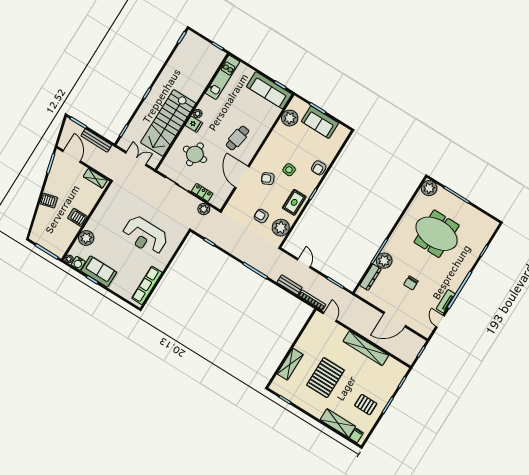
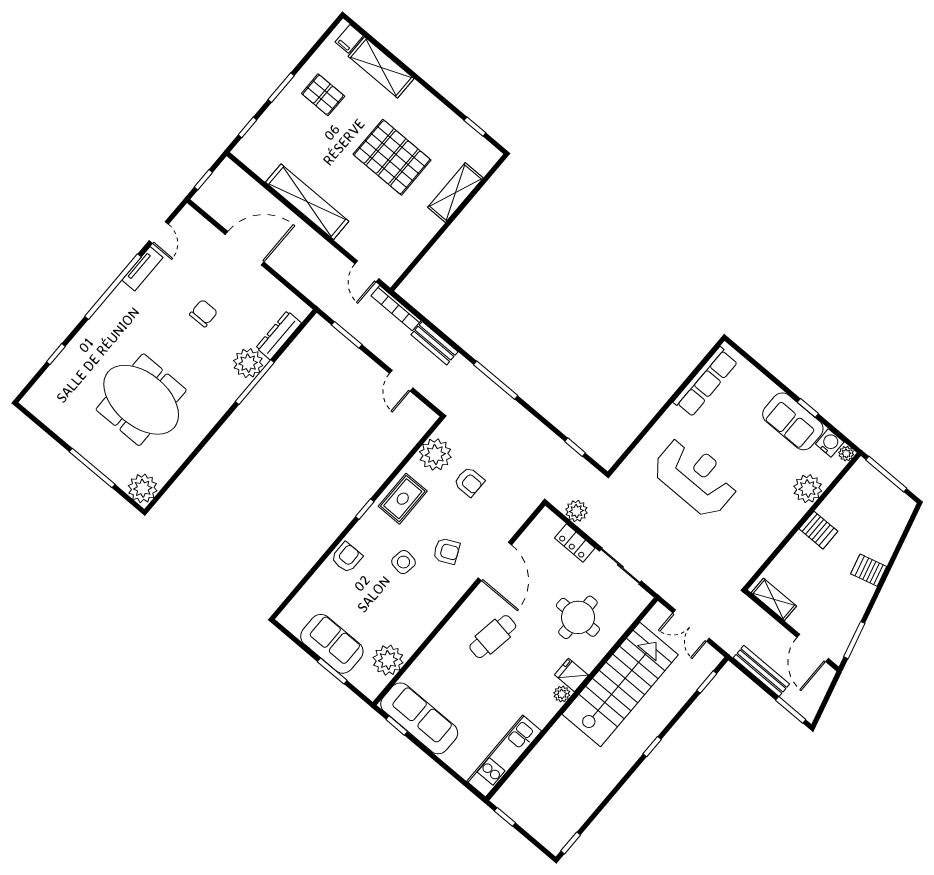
pallet: (325, 378) -> (392, 157), turned 90

